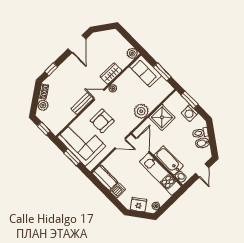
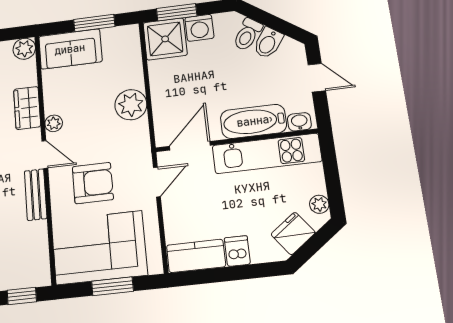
door: (99, 95) -> (45, 154), swing flipped
shower: (162, 117) -> (165, 39), moved
armchair: (102, 121) -> (93, 183), turned -90
door: (142, 145) -> (190, 146), hinge flipped

